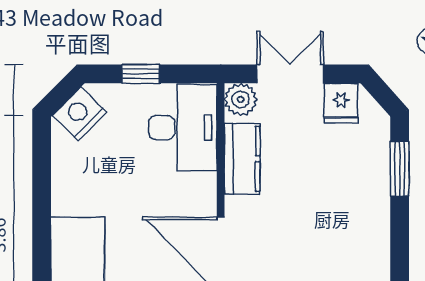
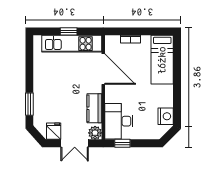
window: (141, 74) -> (122, 143), moved
nightstand: (80, 114) -> (166, 116), moved, turned -45

